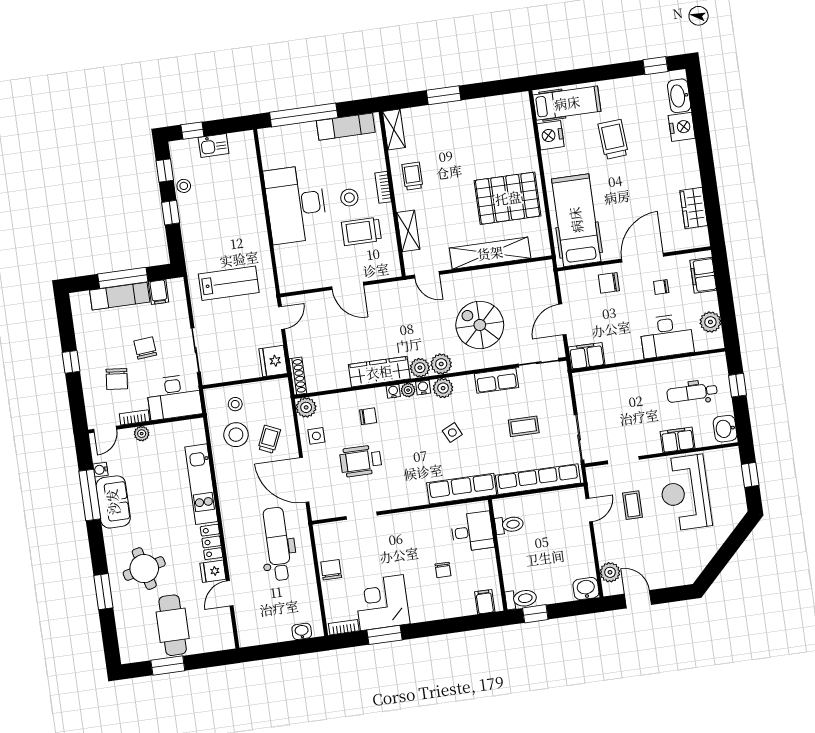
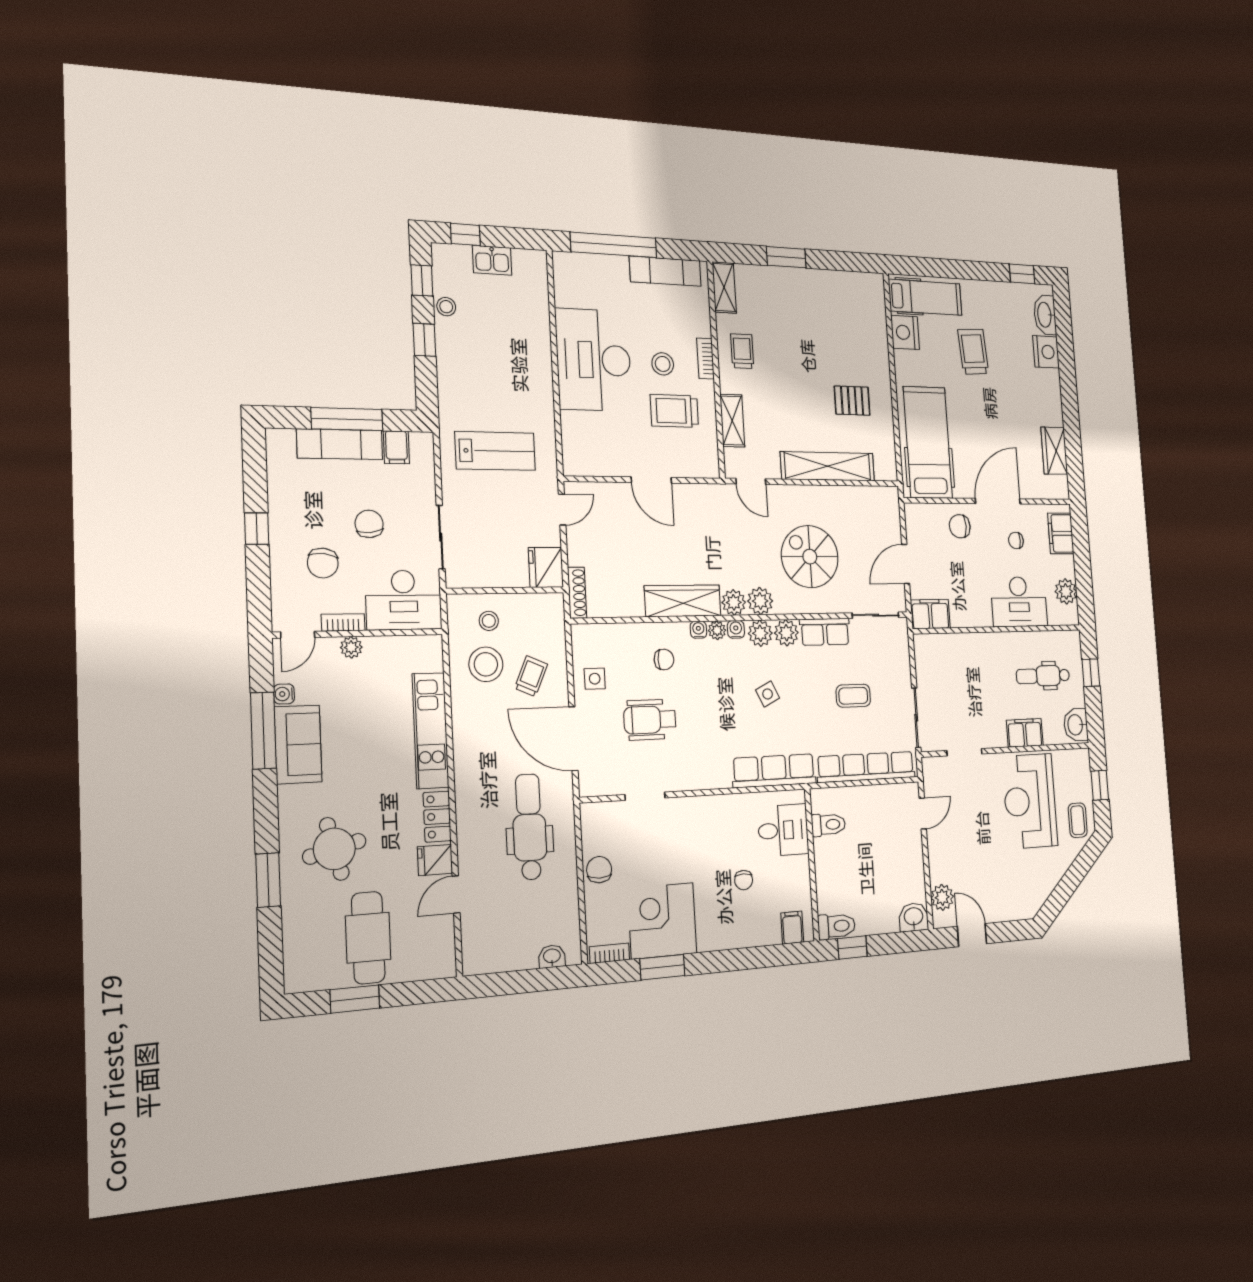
pallet: (508, 198) -> (852, 401), width x0.49, depth x0.50
plant: (306, 407) -> (786, 633), moved
coffee table: (633, 505) -> (1078, 820), moved

